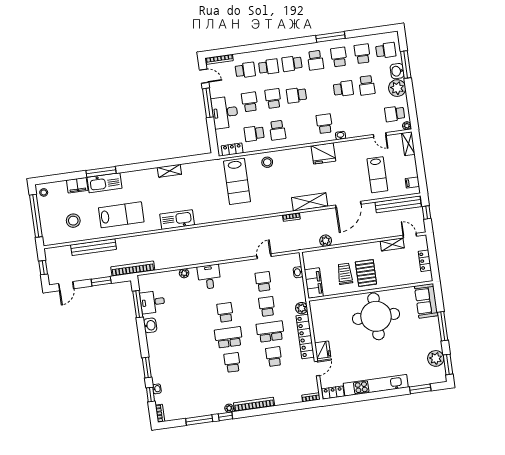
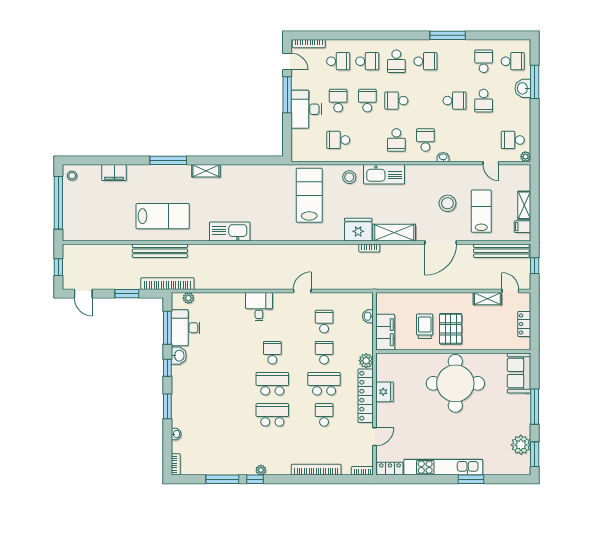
school desk: (339, 57) -> (455, 61), removed
school desk: (315, 60) -> (425, 61), turned -90
school desk: (292, 64) -> (396, 61), turned -90
plant: (397, 88) -> (520, 109), removed
school desk: (278, 130) -> (396, 140), moved
shelving: (408, 144) -> (524, 205), moved
locker: (232, 149) -> (309, 155), removed
fridge: (323, 153) -> (358, 230), moved, turned 180
shelving: (169, 171) -> (206, 171), moved
window: (101, 172) -> (168, 160), moved
lab bench: (377, 175) -> (481, 211), turned 180
lab bench: (237, 181) -> (309, 195), turned 180
kitchen sink: (105, 183) -> (384, 174), moved
stool: (73, 221) -> (447, 203), moved
plant: (326, 241) -> (407, 283), removed
bench: (93, 247) -> (160, 251), moved
door: (264, 256) -> (302, 291), moved
plant: (184, 273) -> (188, 298), moved
door: (66, 286) -> (83, 294), hinge flipped
desk: (153, 302) -> (186, 328), width x1.37
fridge: (323, 350) -> (385, 392), moved
school desk: (232, 362) -> (272, 415), width x1.85
window: (420, 389) -> (471, 479), moved
window: (150, 395) -> (167, 368), moved
bookcase: (254, 404) -> (316, 470), moved

